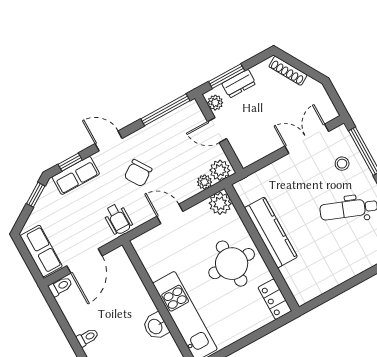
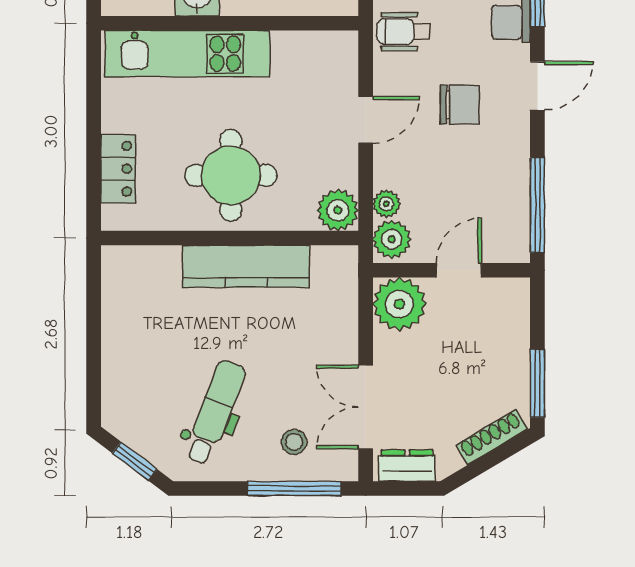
window: (227, 76) -> (537, 383), moved
dresser: (239, 84) -> (407, 466), moved, turned 90
plant: (215, 103) -> (399, 304), moved, width x1.88, depth x1.88
double door: (307, 139) -> (366, 407), swing flipped
chair: (138, 173) -> (460, 105), turned 123
locker: (275, 299) -> (118, 169), moved, turned 90

